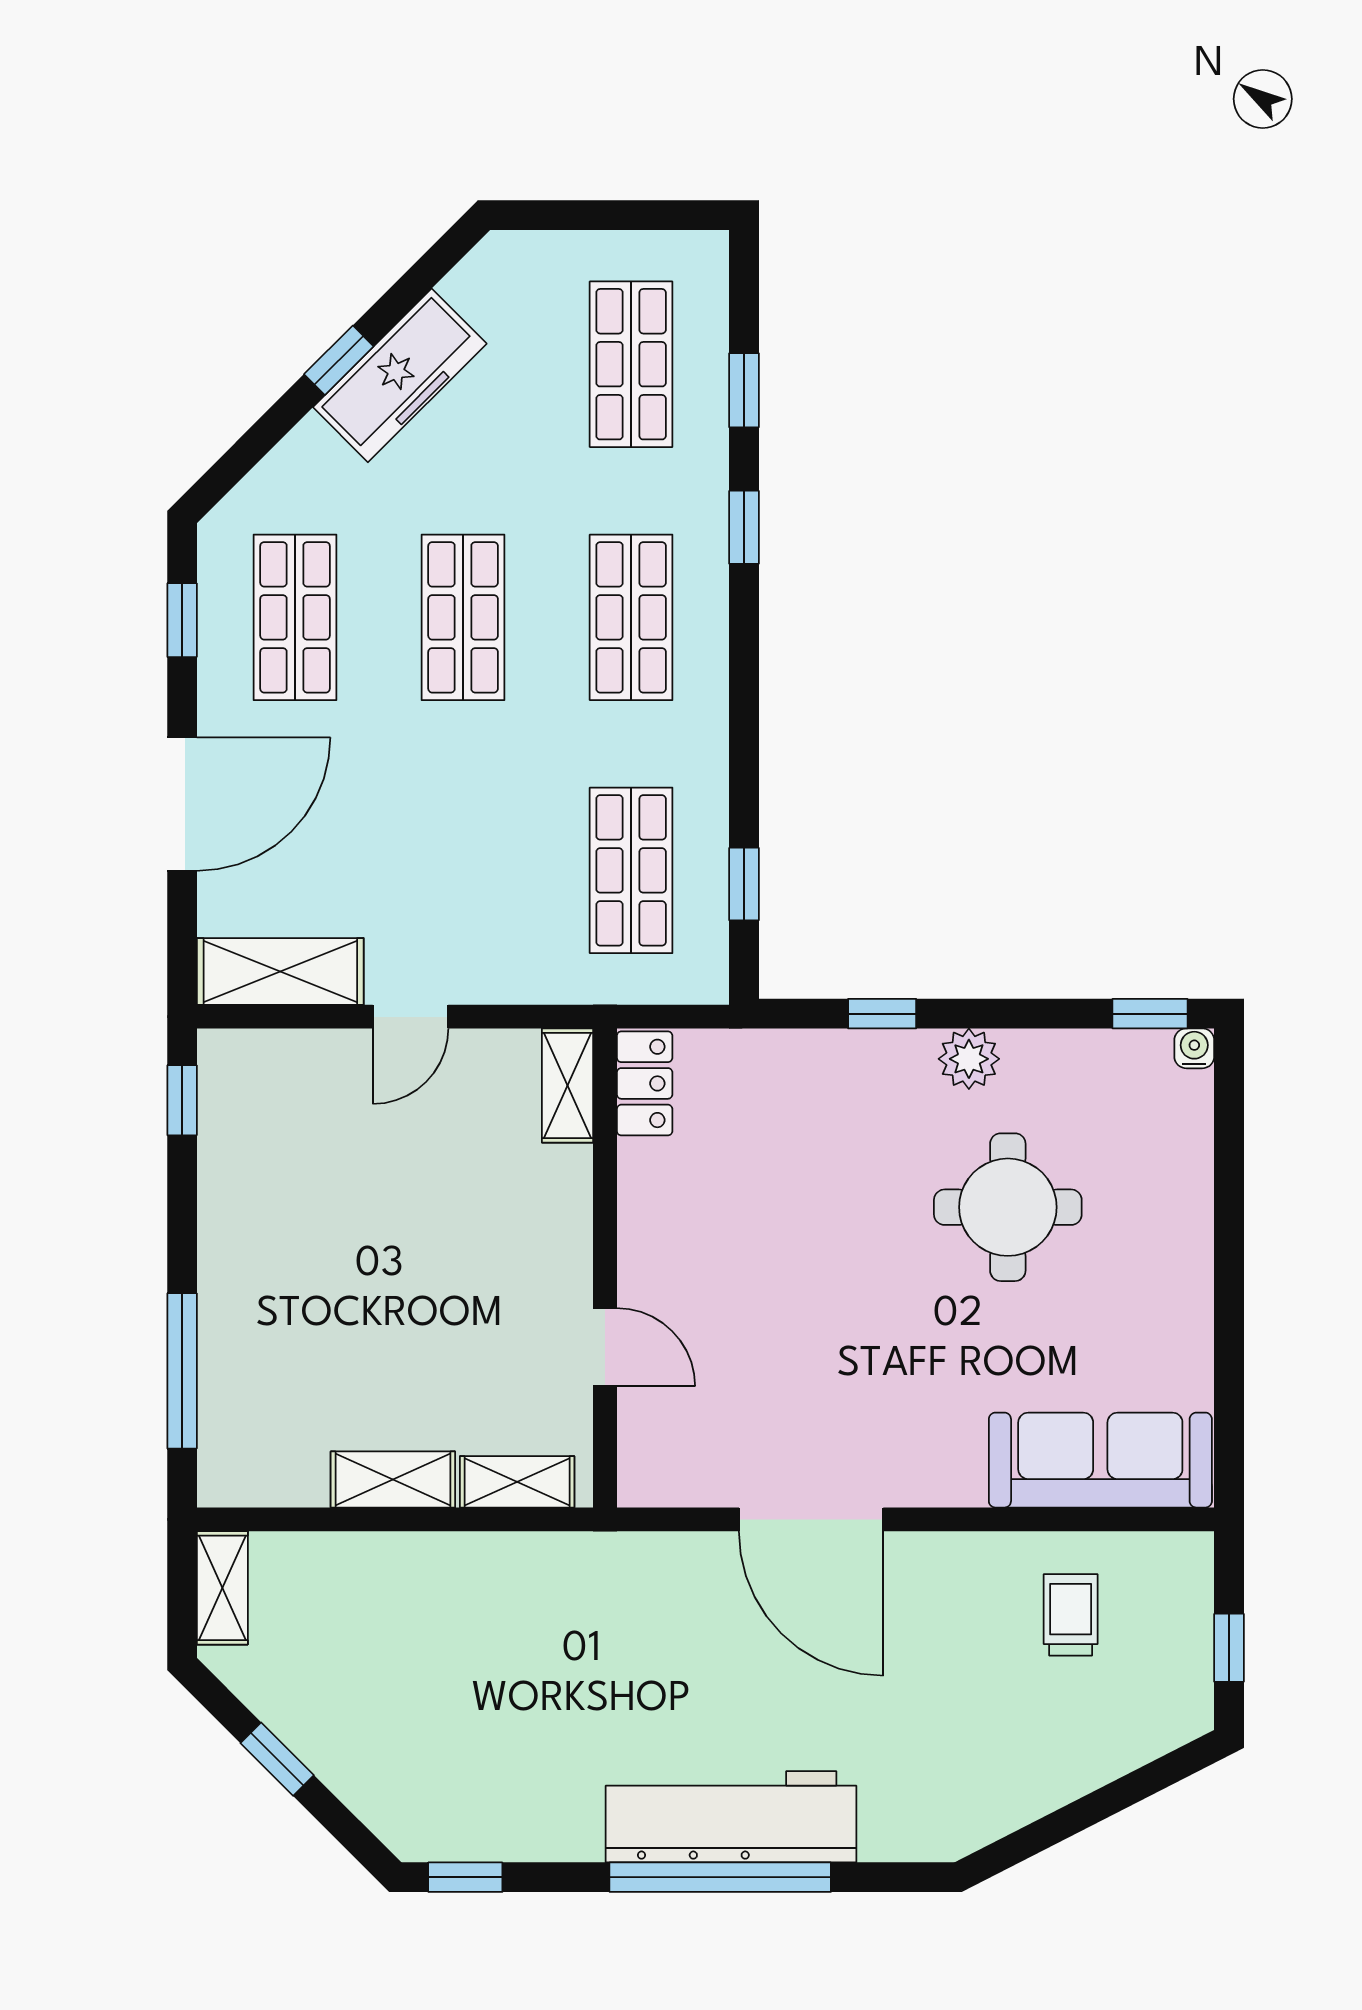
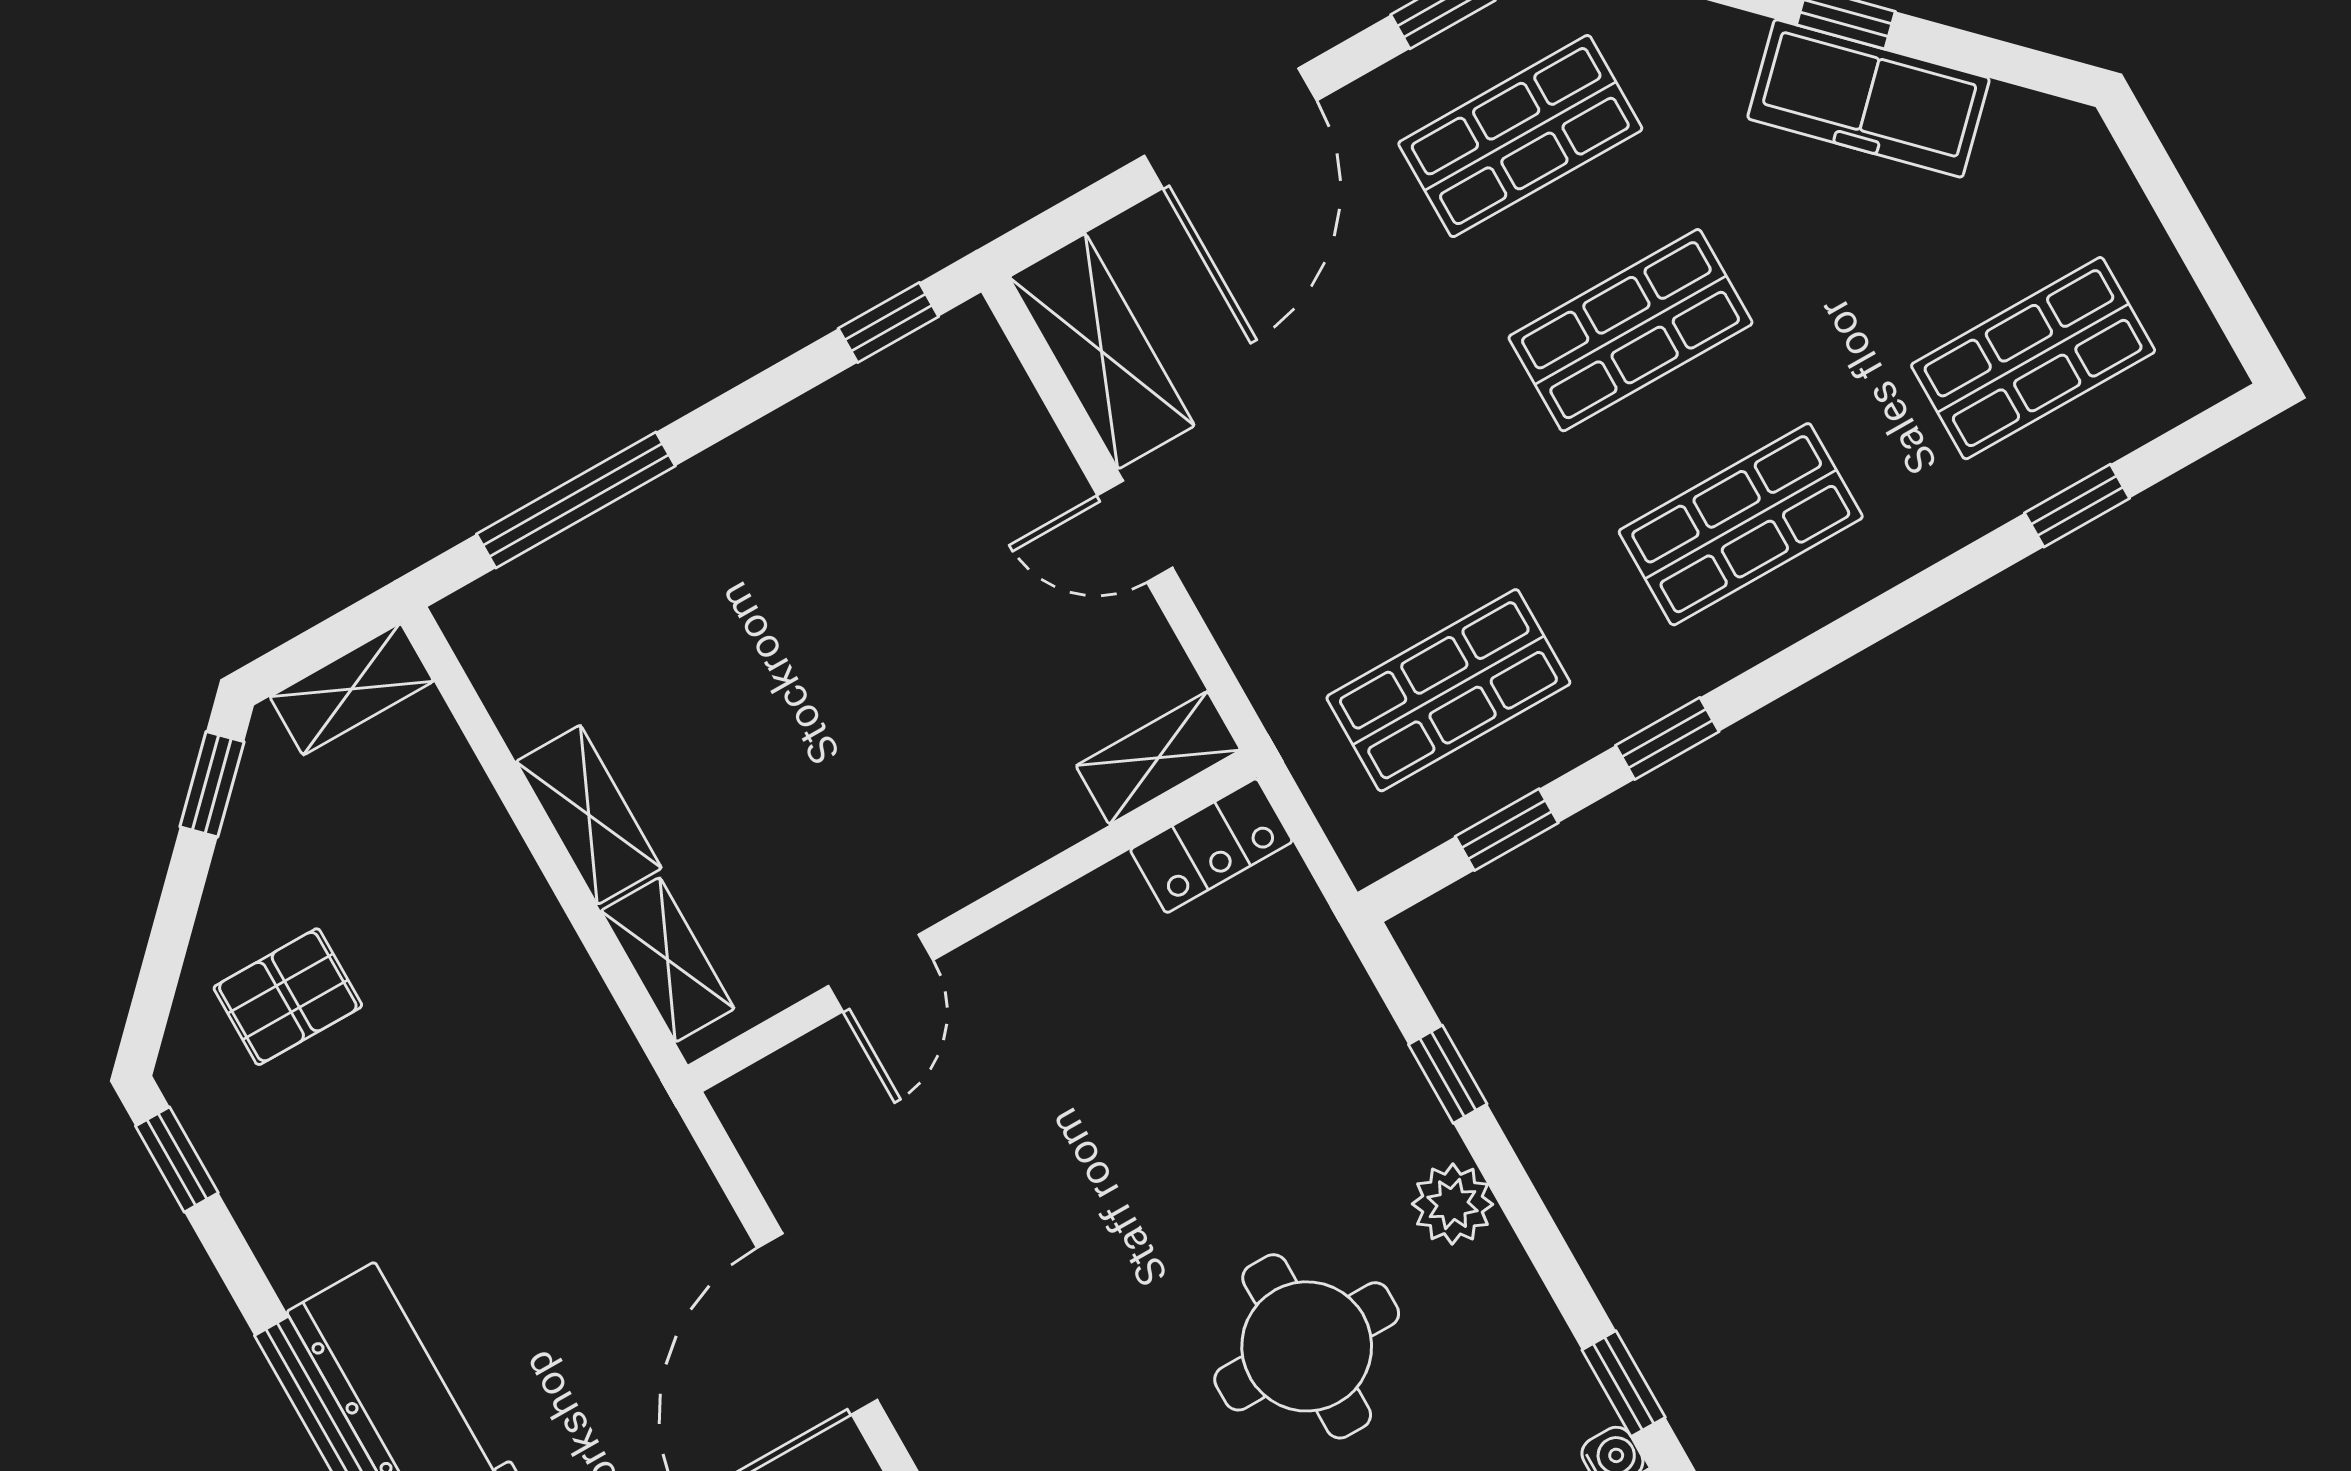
window: (744, 527) -> (1667, 738), moved
door: (182, 804) -> (1230, 128), hinge flipped
pallet: (400, 1744) -> (288, 997), added
window: (277, 1759) -> (212, 784), moved

